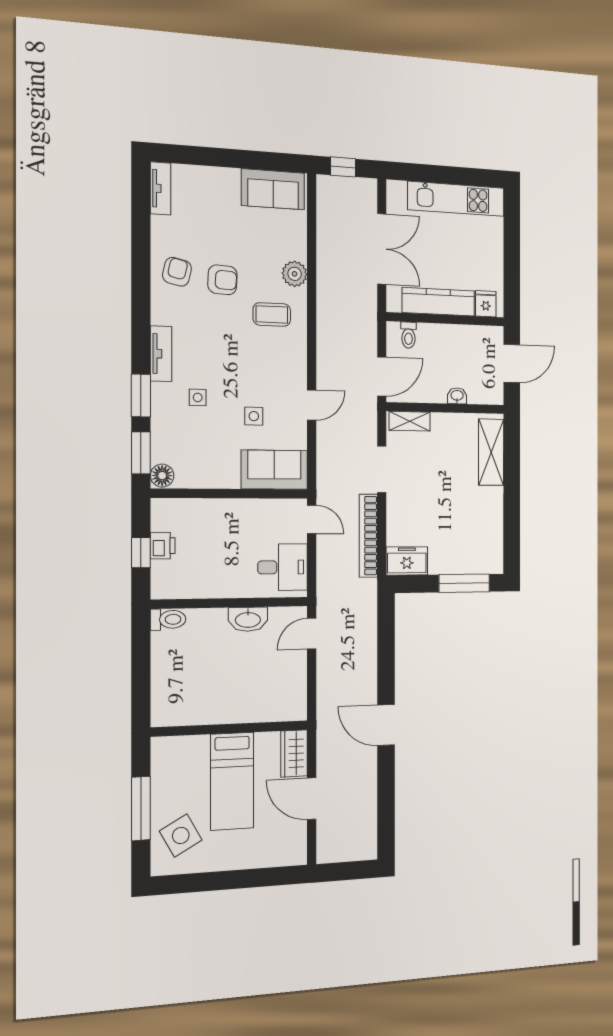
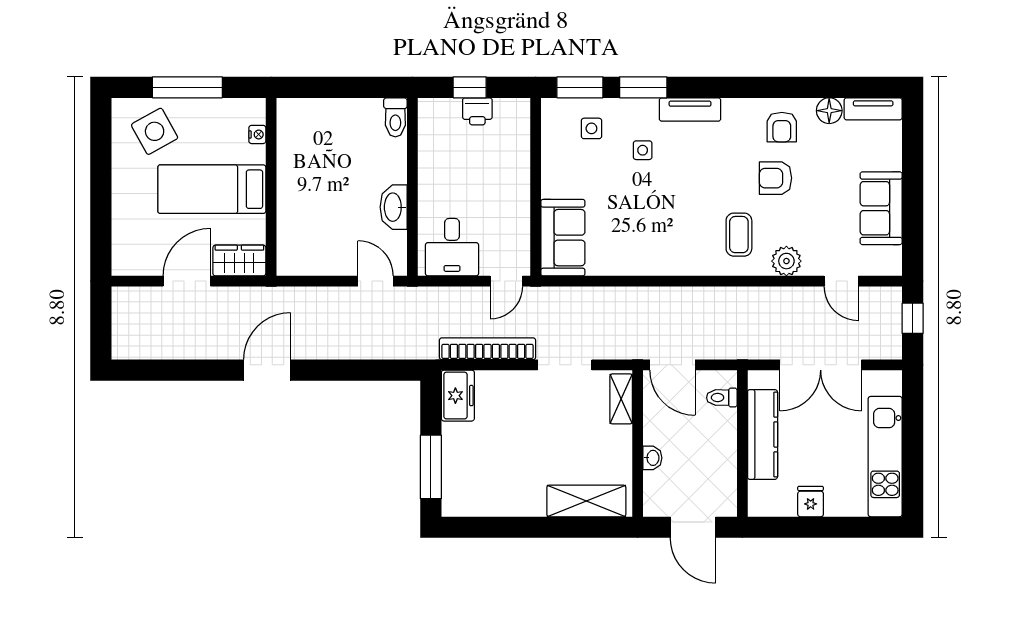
sofa: (273, 189) -> (881, 208), moved
armchair: (177, 272) -> (782, 127), turned 77
armchair: (222, 280) -> (775, 178), turned 87
fridge: (486, 304) -> (811, 502), moved, turned -90
door: (312, 405) -> (841, 281), moved
side table: (254, 416) -> (591, 128), moved
floor lamp: (162, 476) -> (829, 111), moved
nightstand: (184, 743) -> (257, 134), added

